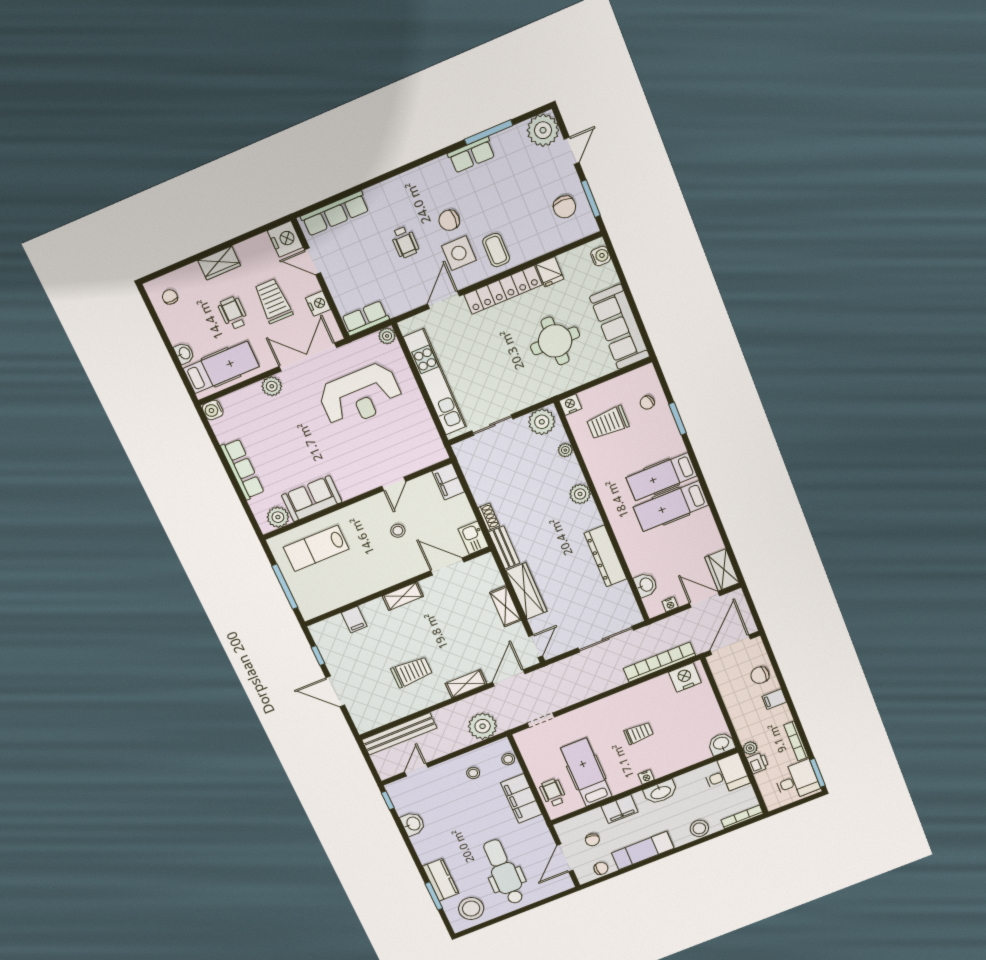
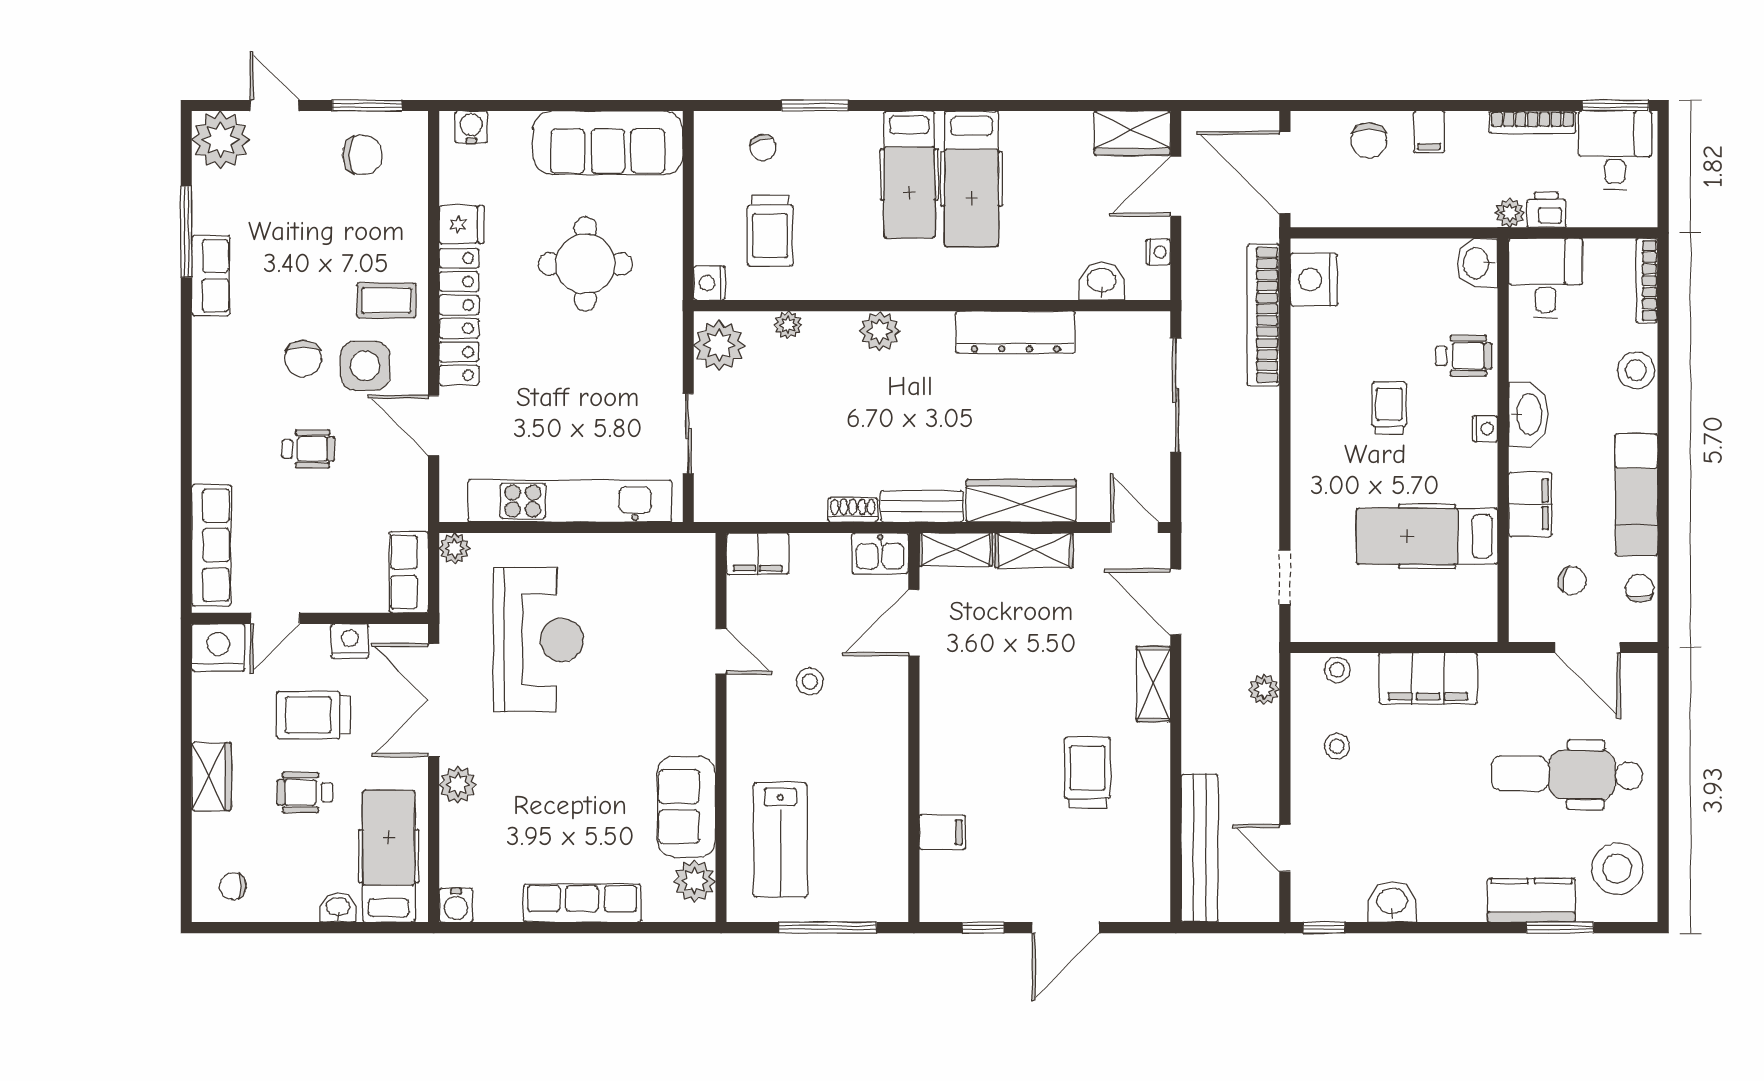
shelving: (403, 596) -> (956, 549), moved, turned 90
plant: (483, 726) -> (1264, 689), width x0.53, depth x0.53
wheelchair: (553, 793) -> (1464, 356), moved, turned 180

